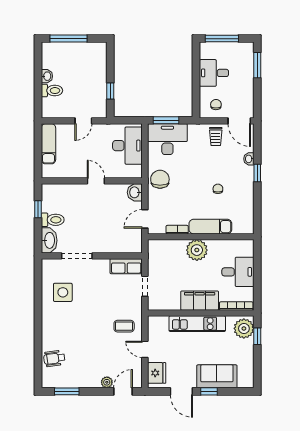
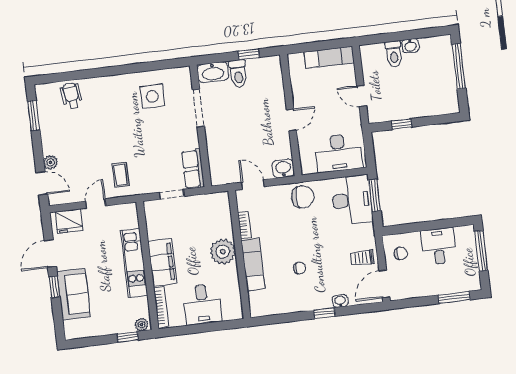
plant: (244, 328) -> (141, 325), width x0.53, depth x0.53

